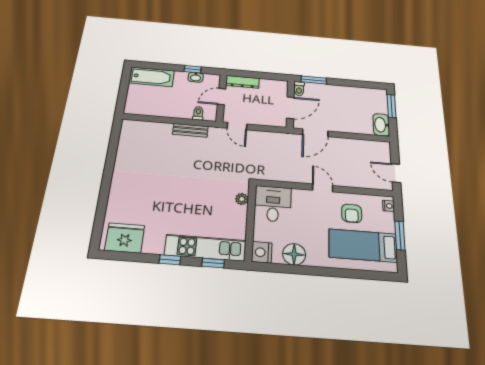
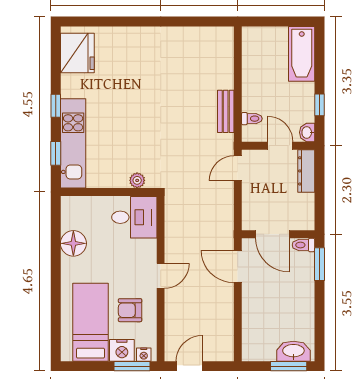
washbasin: (196, 77) -> (307, 132), moved
washbasin: (381, 125) -> (293, 351), moved
window: (400, 236) -> (132, 366), moved
nightstand: (262, 252) -> (122, 350), moved, turned 180

